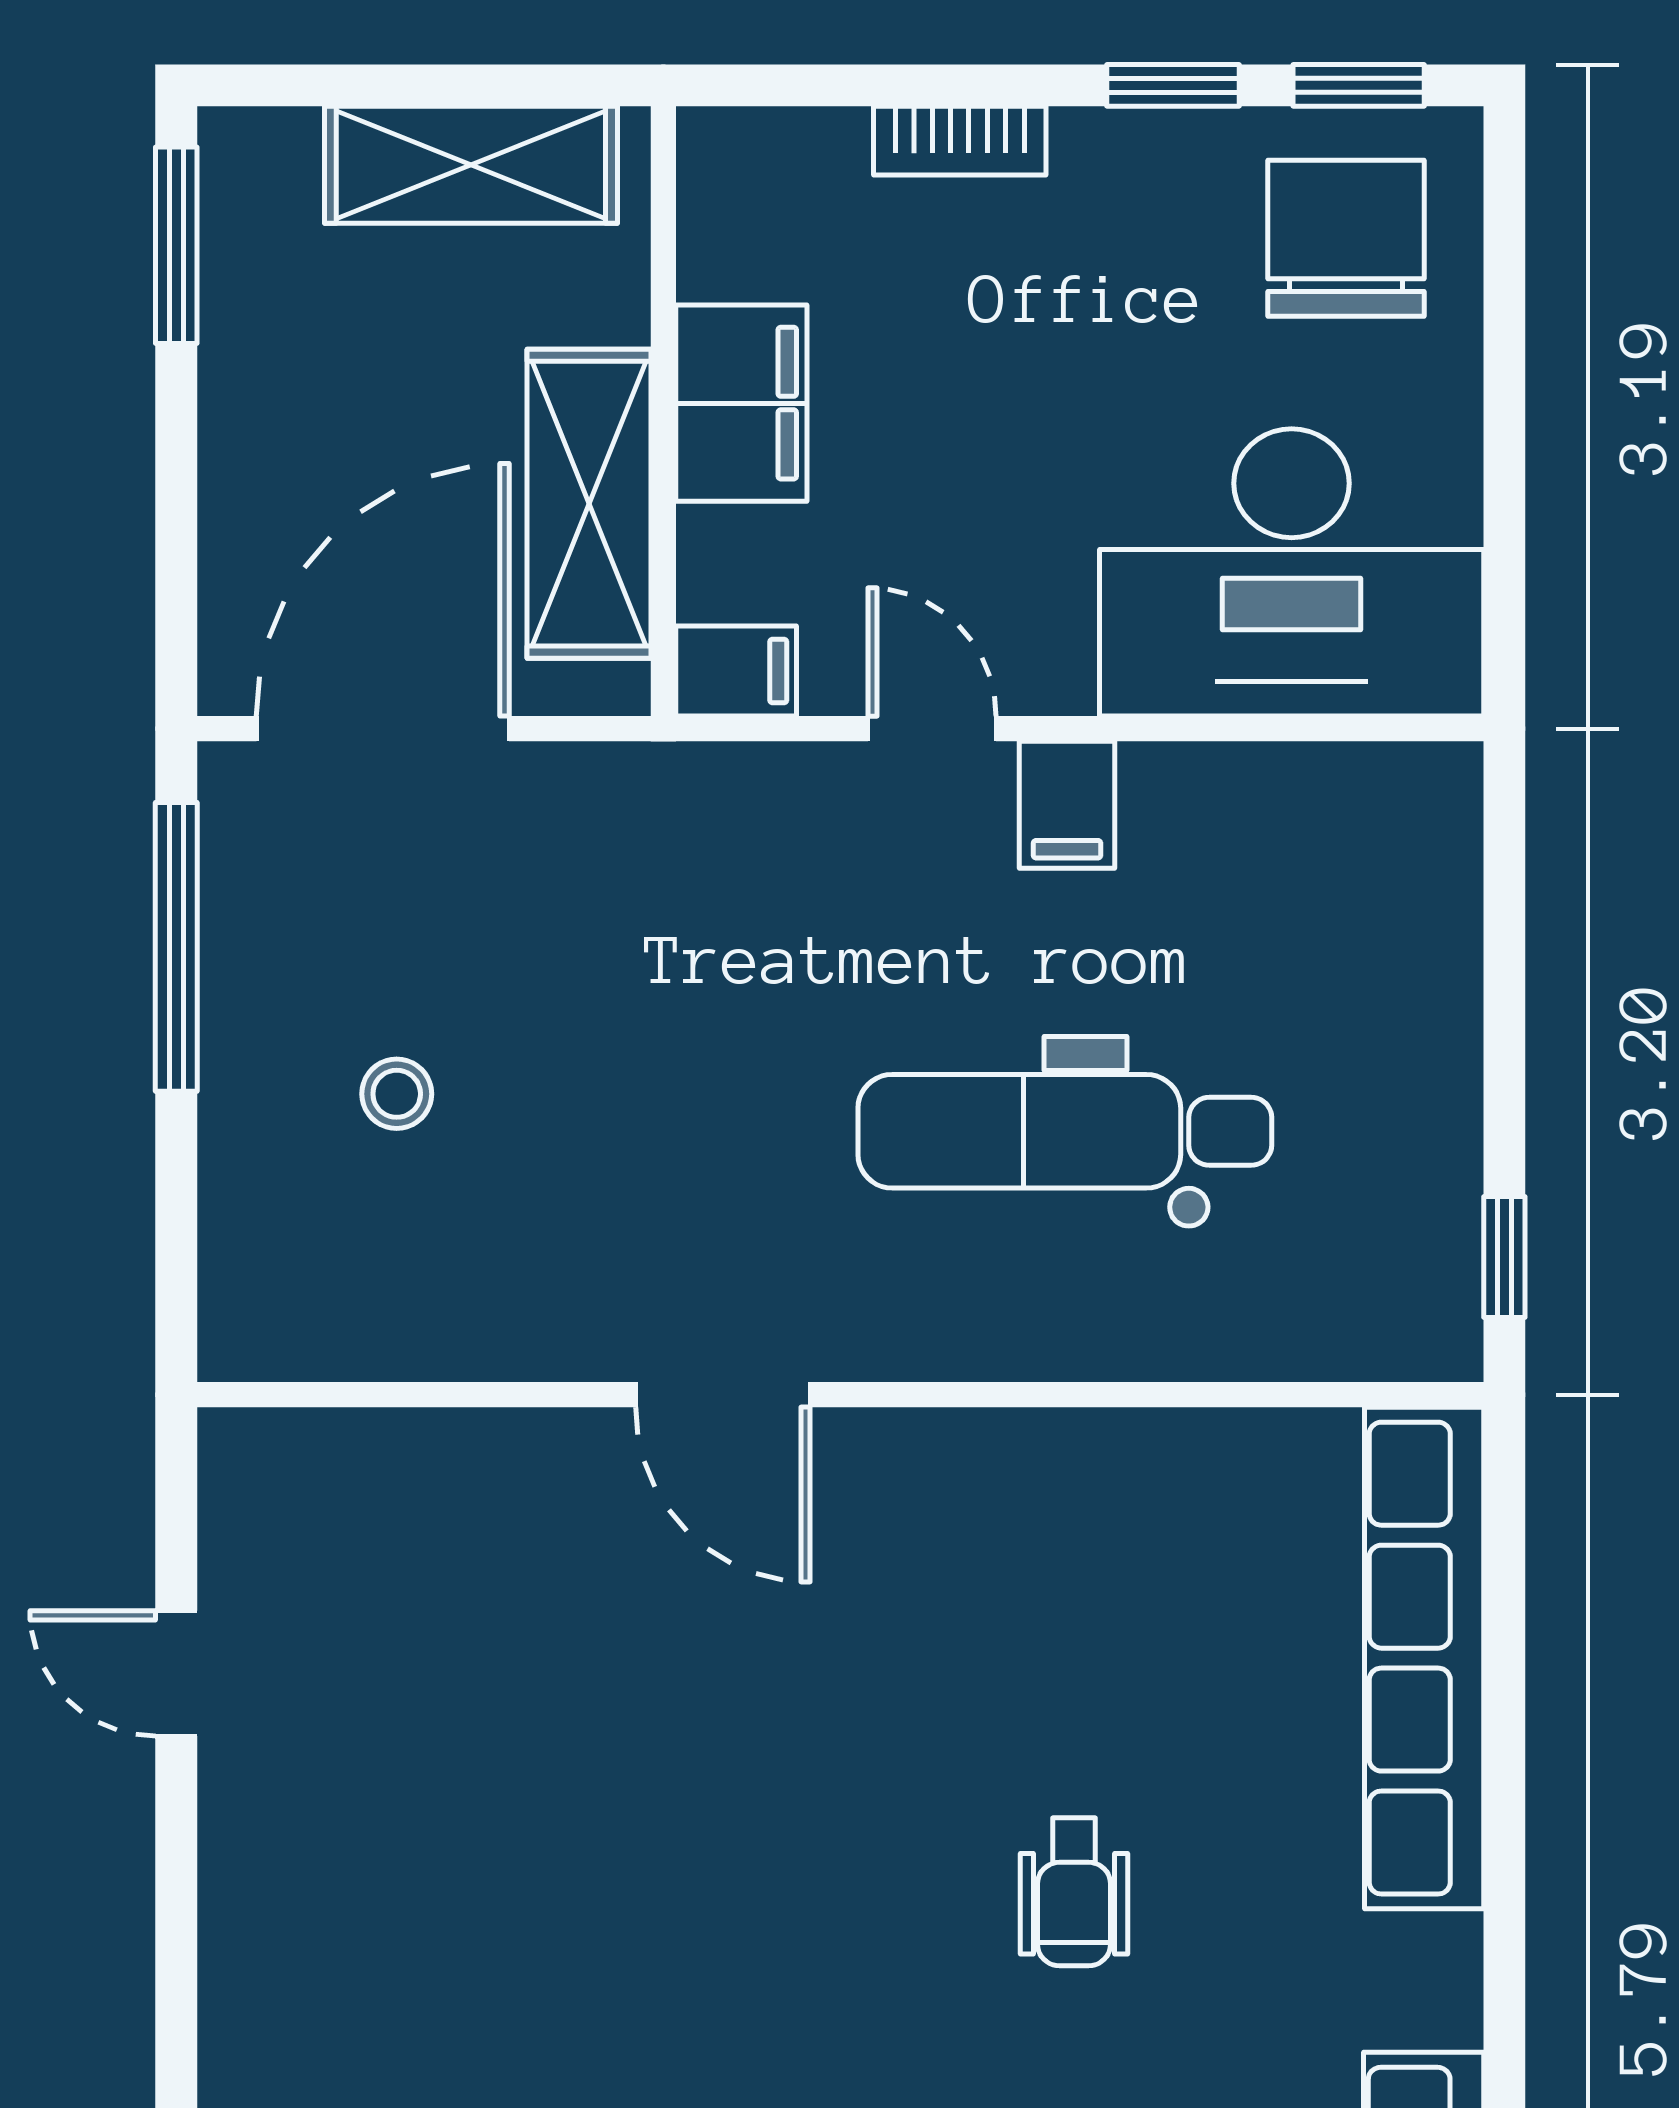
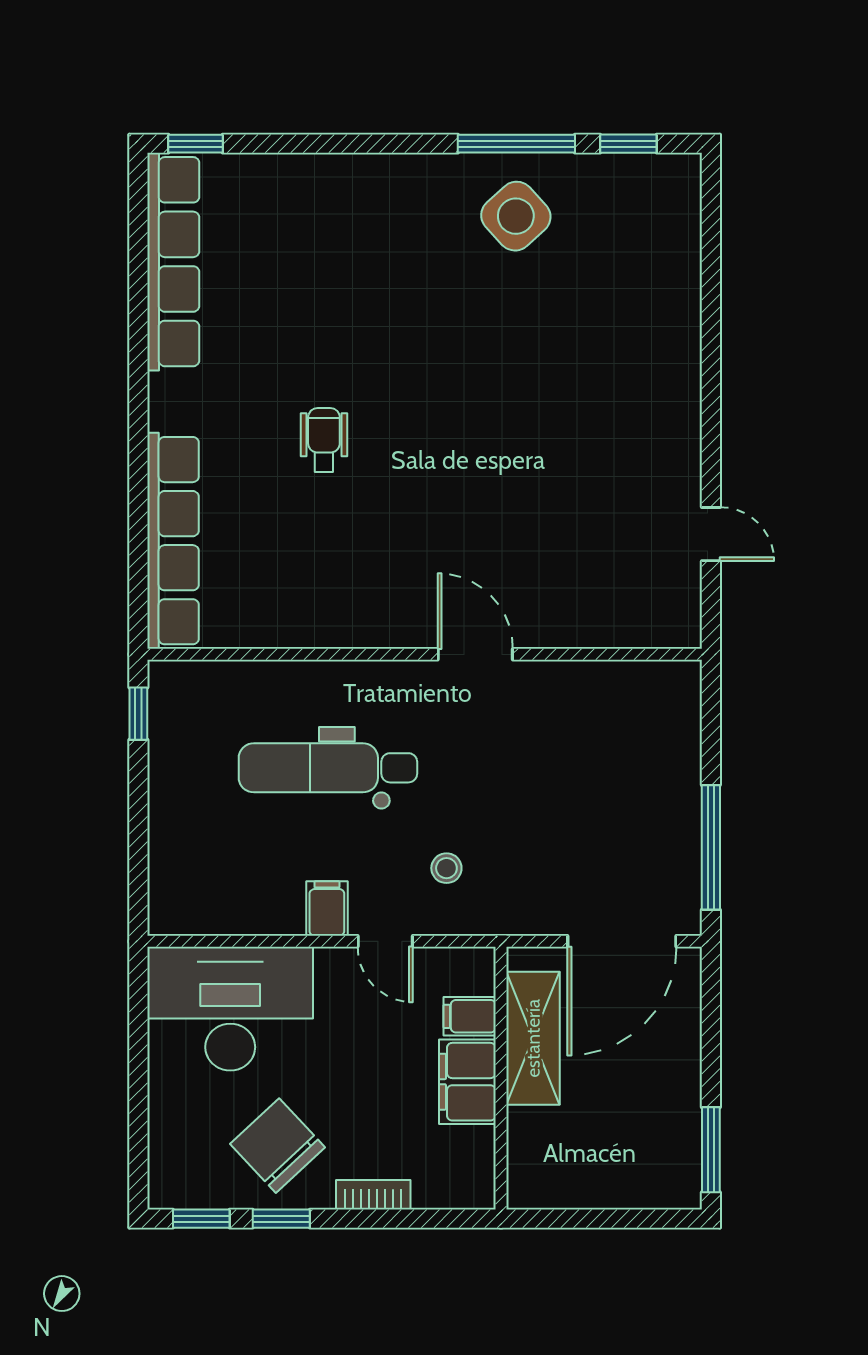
shelving: (471, 165) -> (584, 1184), removed
chair: (1346, 238) -> (278, 1146), moved, turned 137
filing cabinet: (736, 671) -> (470, 1016), moved
stool: (397, 1094) -> (446, 868), moved
dental chair: (1065, 1131) -> (328, 768), turned 180

